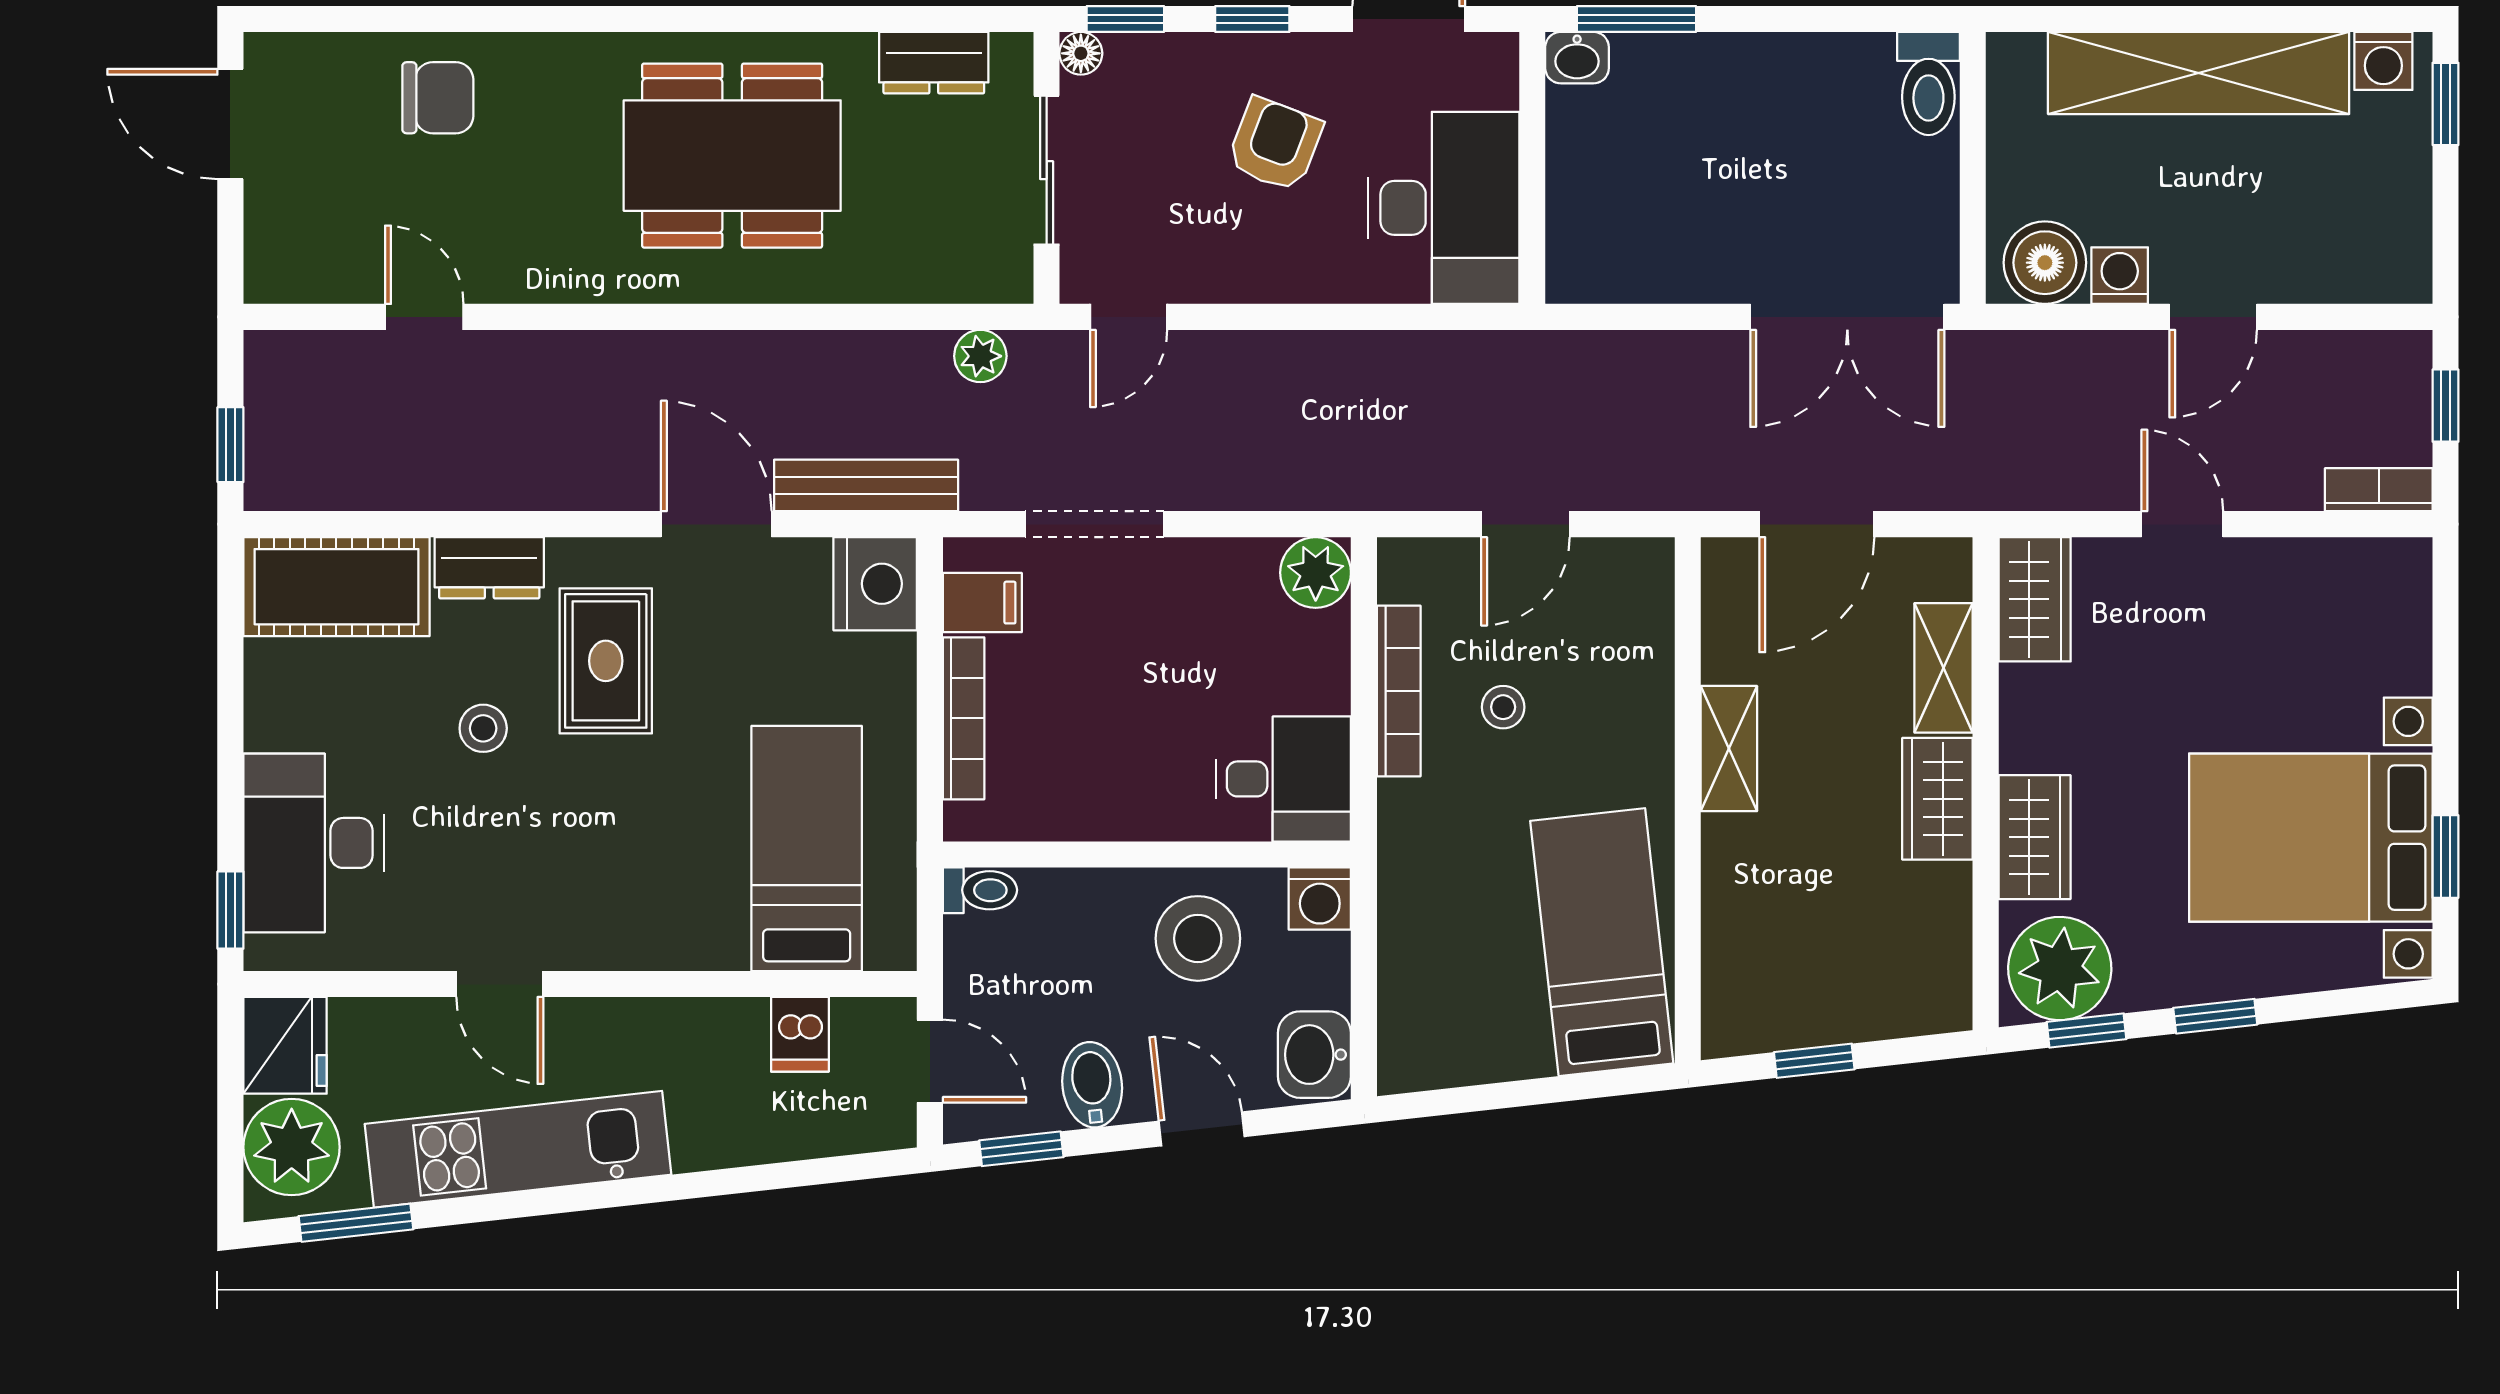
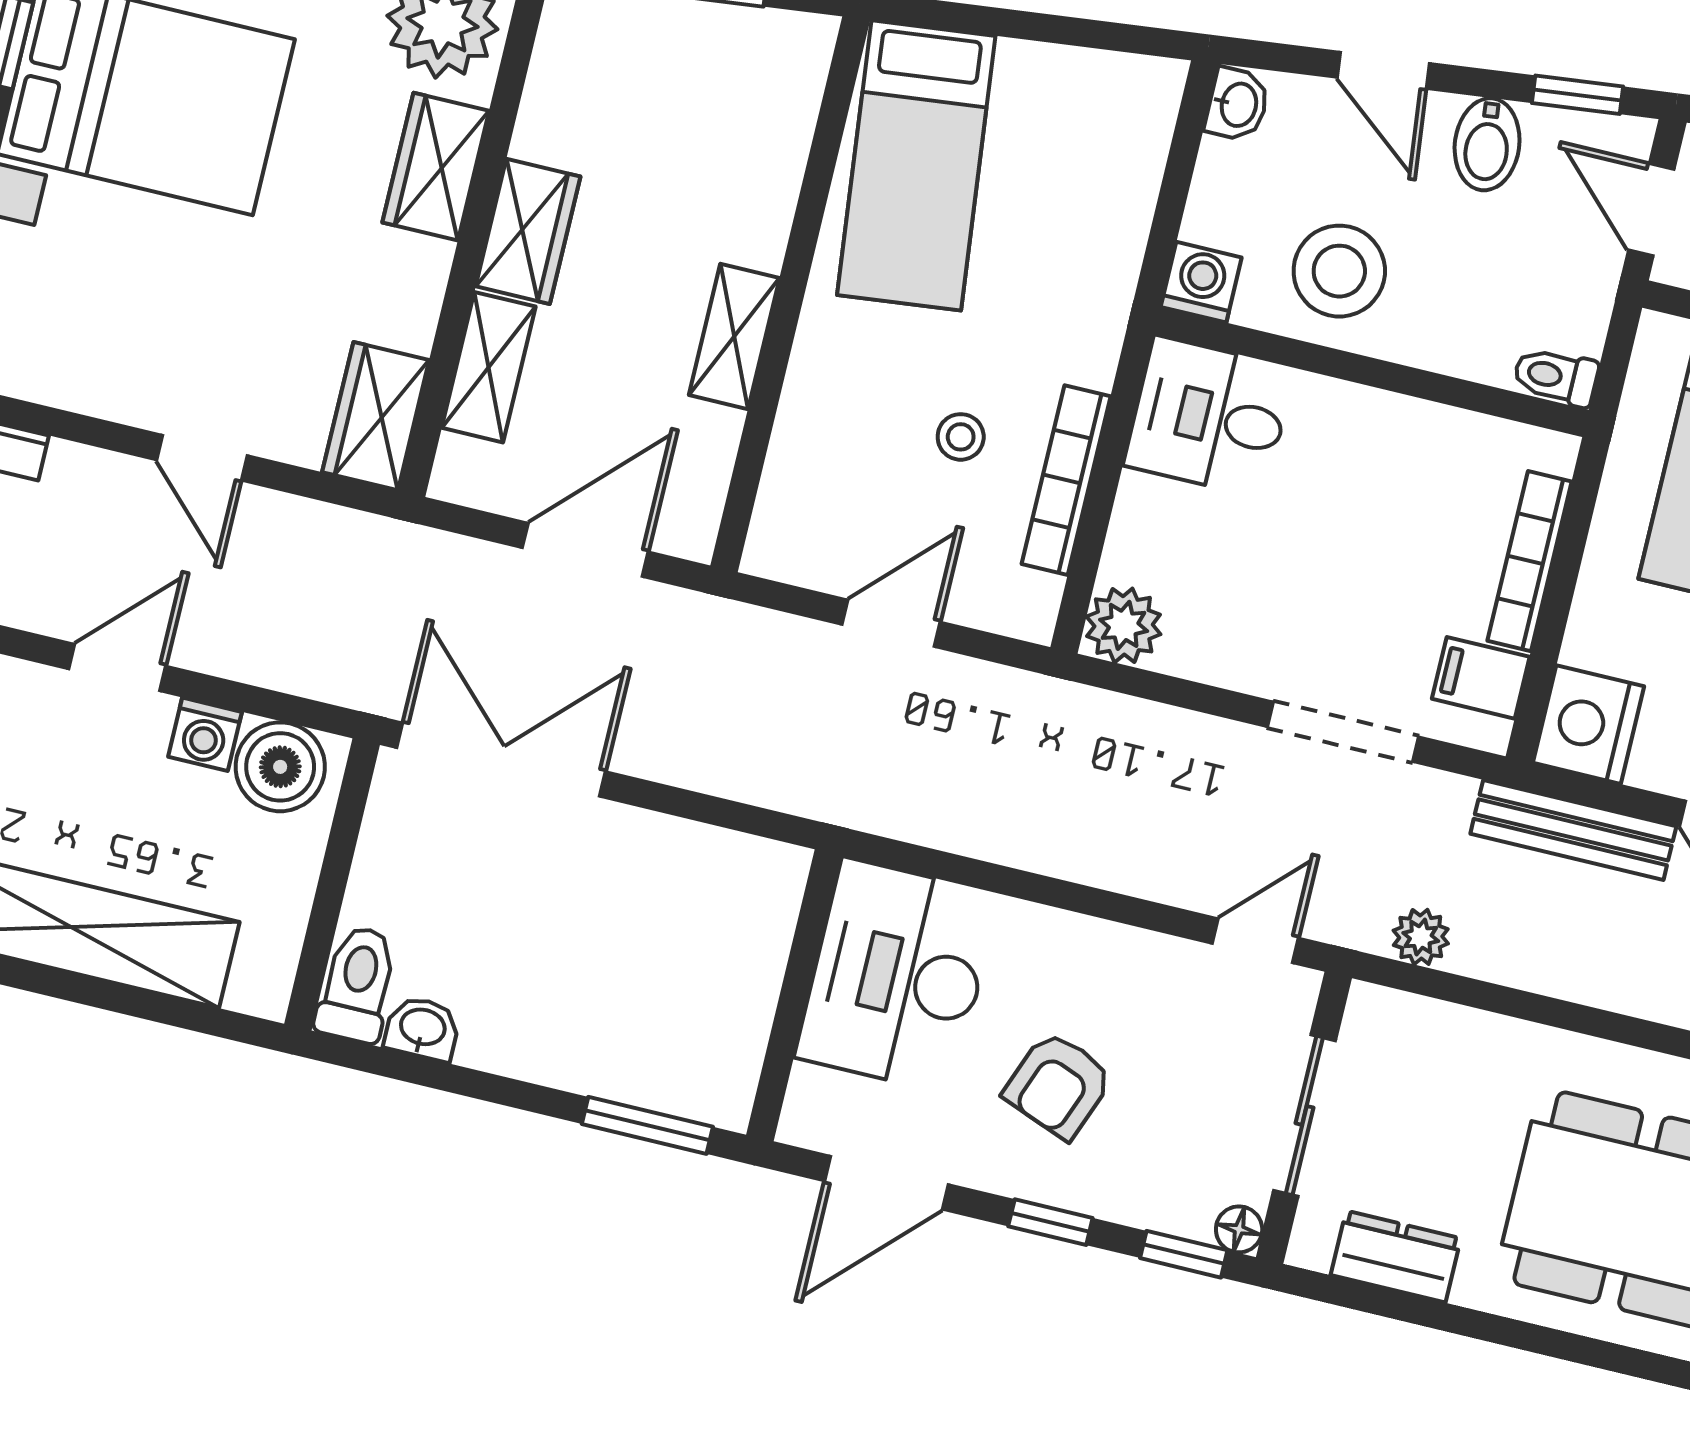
washbasin: (1577, 58) -> (422, 1028), moved
washbasin: (1314, 1055) -> (1237, 104), width x0.72, depth x0.69

